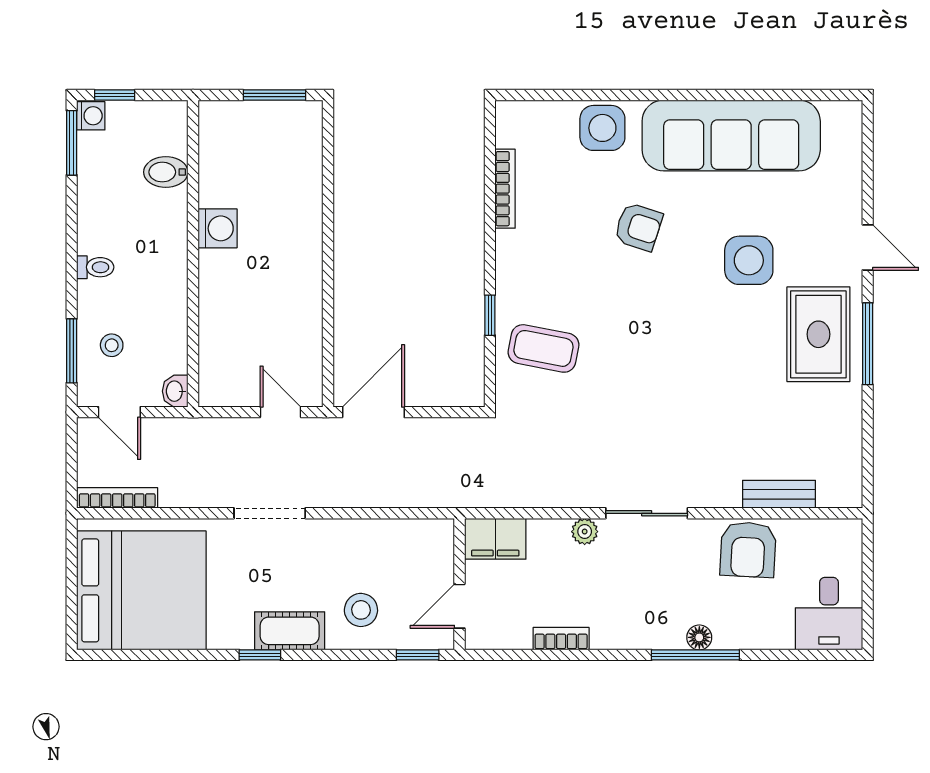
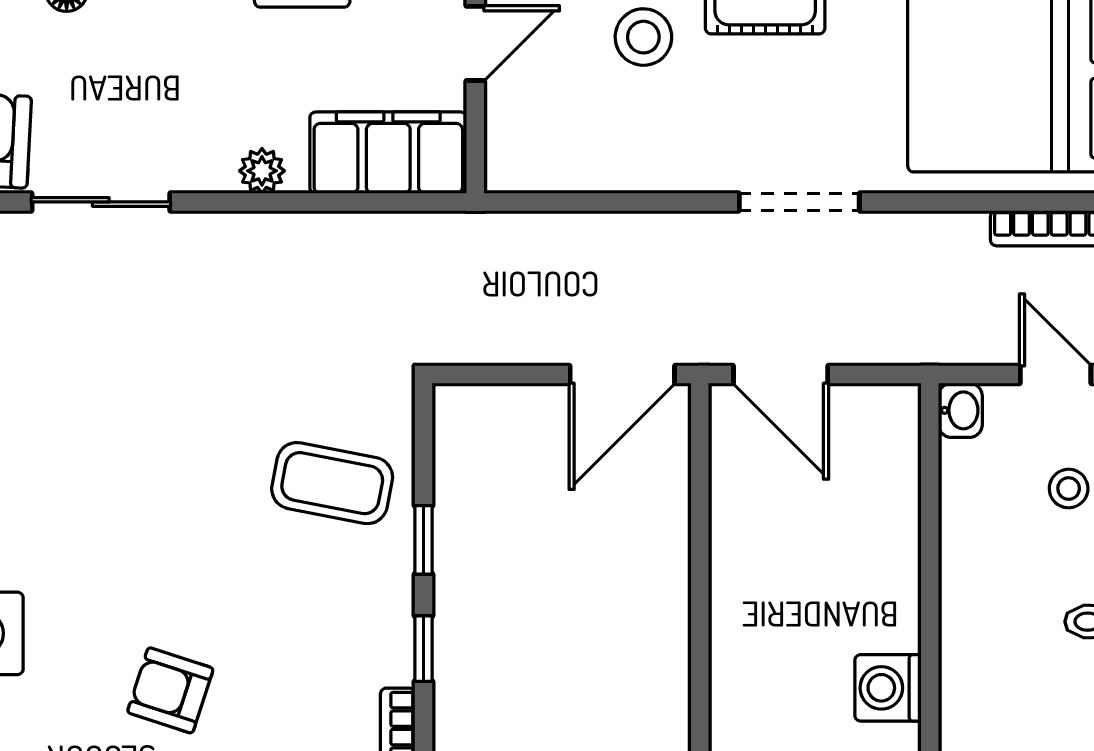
window: (490, 251) -> (424, 649), added
door: (281, 412) -> (781, 375), width x1.38
sliding door: (647, 513) -> (101, 202), moved
filing cabinet: (495, 539) -> (388, 153), width x1.50, depth x1.17

